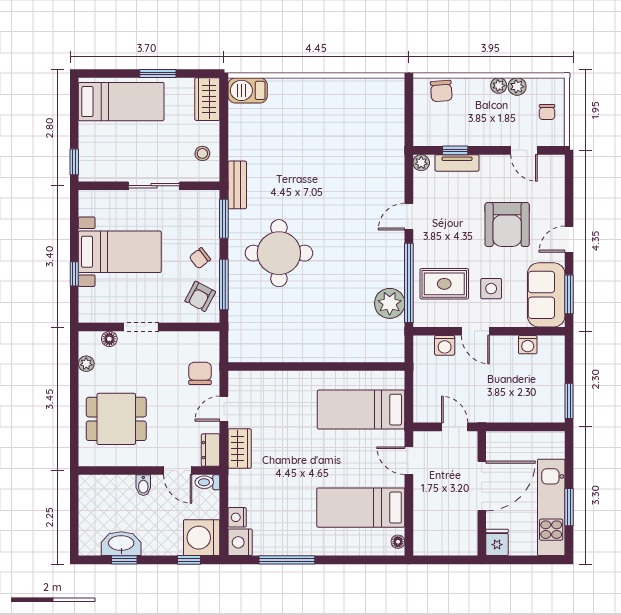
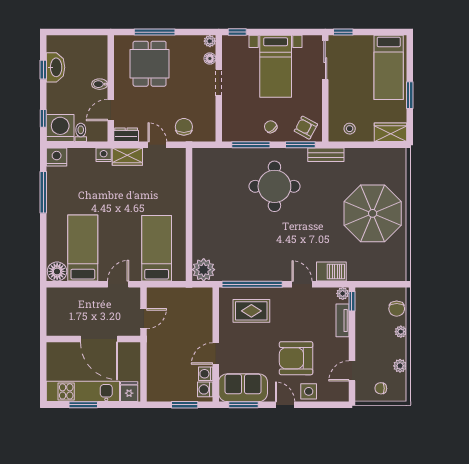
plant: (499, 86) -> (401, 332), moved
barbecue: (248, 90) -> (331, 271), moved, turned 90
chair: (441, 91) -> (397, 309), turned -86
parasol: (315, 123) -> (373, 213), added
window: (455, 150) -> (352, 301), moved
sliding door: (154, 186) -> (325, 60), moved
window: (74, 274) -> (237, 32), moved
rug: (444, 284) -> (251, 311), turned 90
side table: (491, 289) -> (309, 391), moved
armchair: (200, 296) -> (306, 128), moved
plant: (390, 303) -> (204, 270), moved
door: (475, 331) -> (216, 354), moved
washing machine: (445, 345) -> (205, 389), moved
plant: (86, 364) -> (210, 41), moved
chair: (200, 373) -> (184, 127), turned -90
window: (569, 401) -> (185, 405), moved
window: (74, 412) -> (155, 32), added
toilet: (207, 482) -> (81, 132), moved
nightstand: (237, 517) -> (104, 155), moved
floor lamp: (398, 542) -> (57, 271), width x1.89, depth x1.89
fridge: (497, 542) -> (129, 392), moved, turned -90

